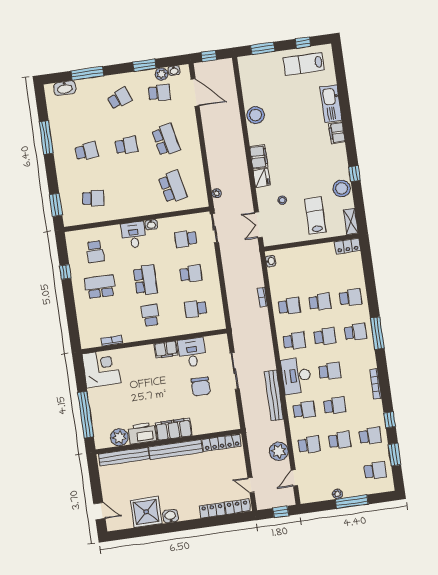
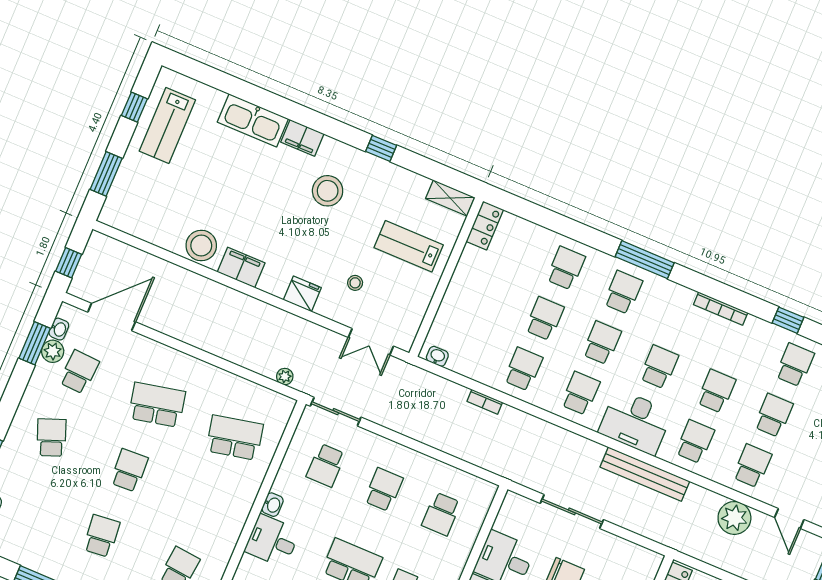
window: (144, 65) -> (35, 343), moved
filing cabinet: (259, 157) -> (241, 267), moved
stool: (342, 188) -> (328, 191), moved

